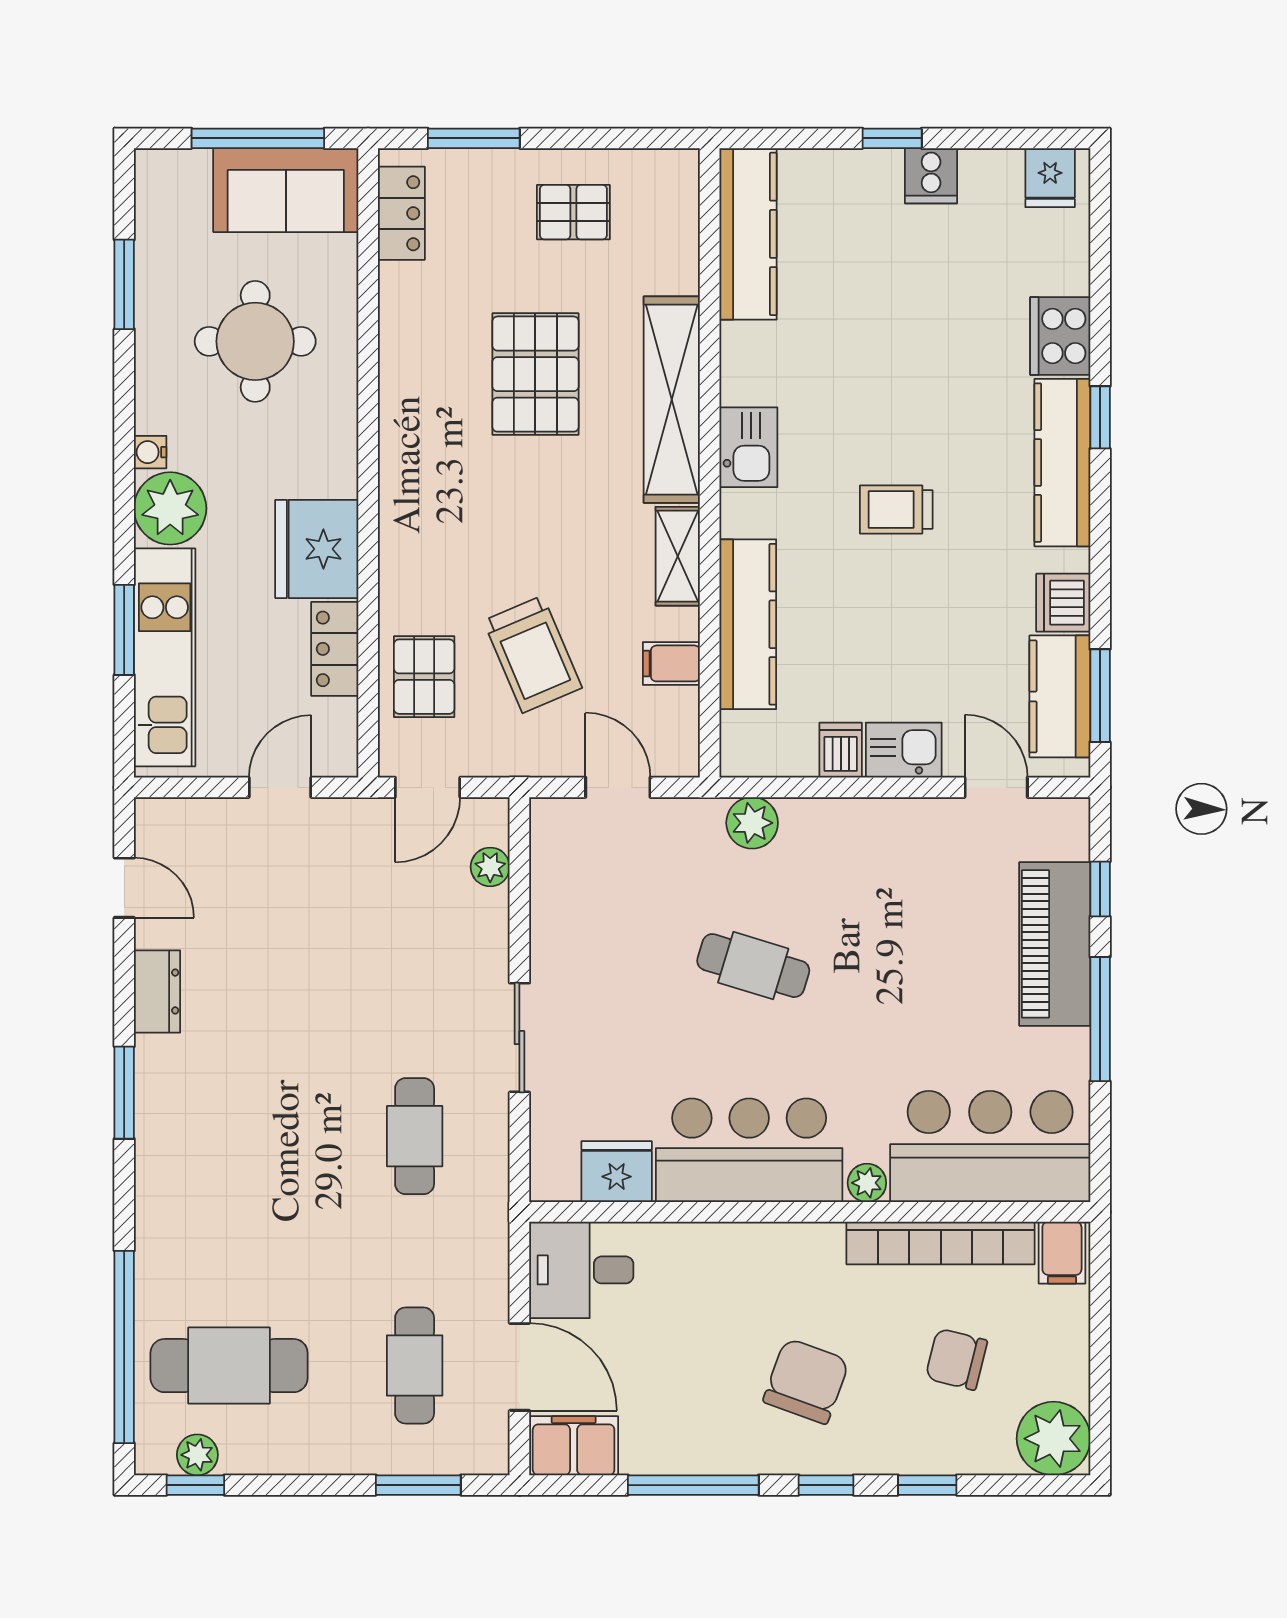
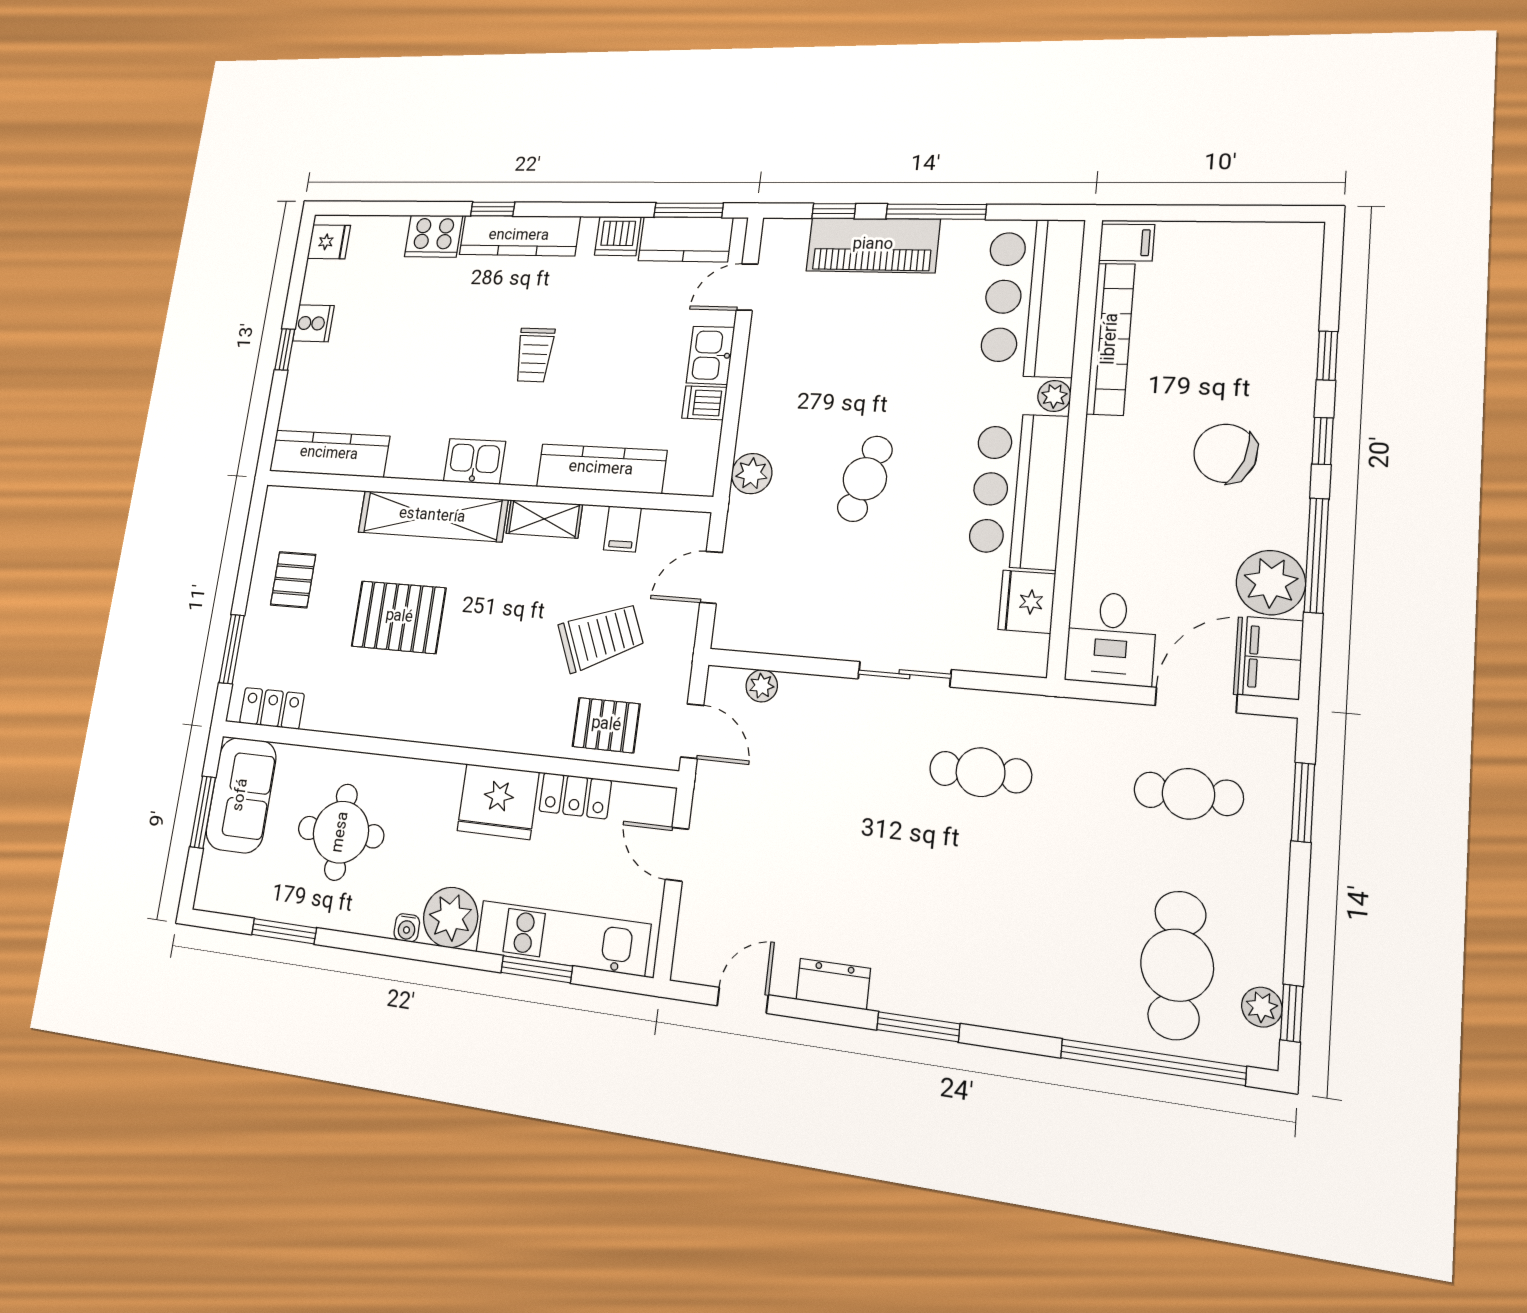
window: (258, 138) -> (203, 812), width x0.69
chair: (956, 1359) -> (1214, 329), removed
plant: (1054, 1439) -> (1271, 583), moved

